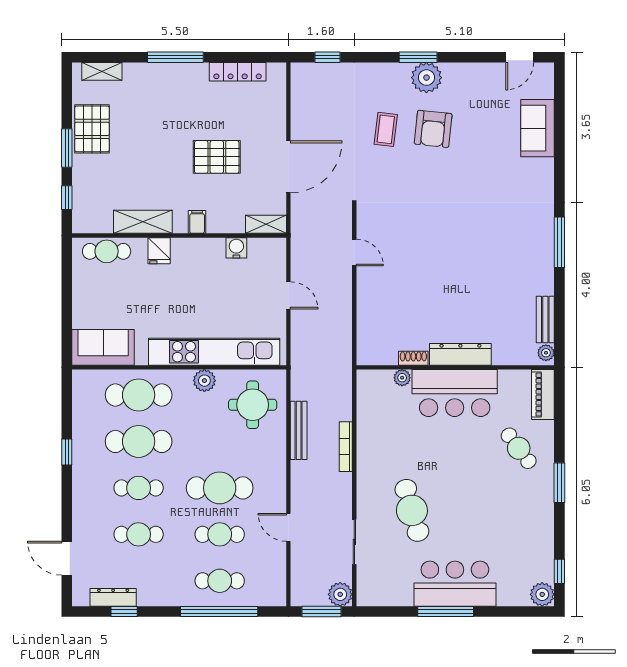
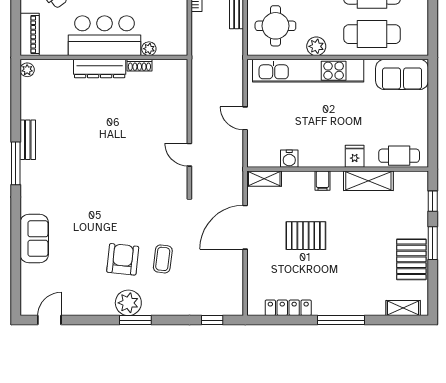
sofa: (538, 128) -> (34, 239), moved
bench: (545, 319) -> (28, 140), moved

